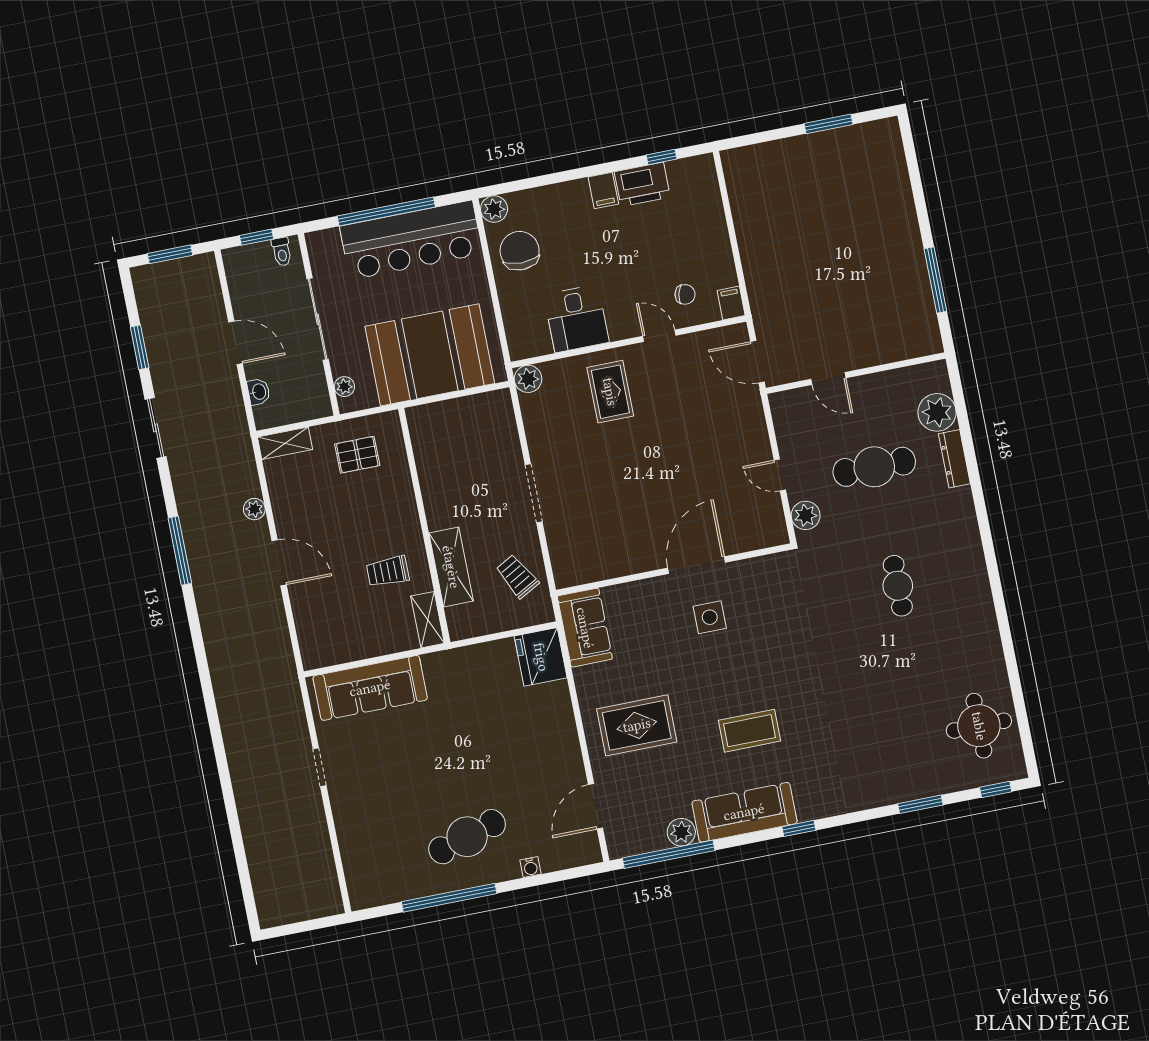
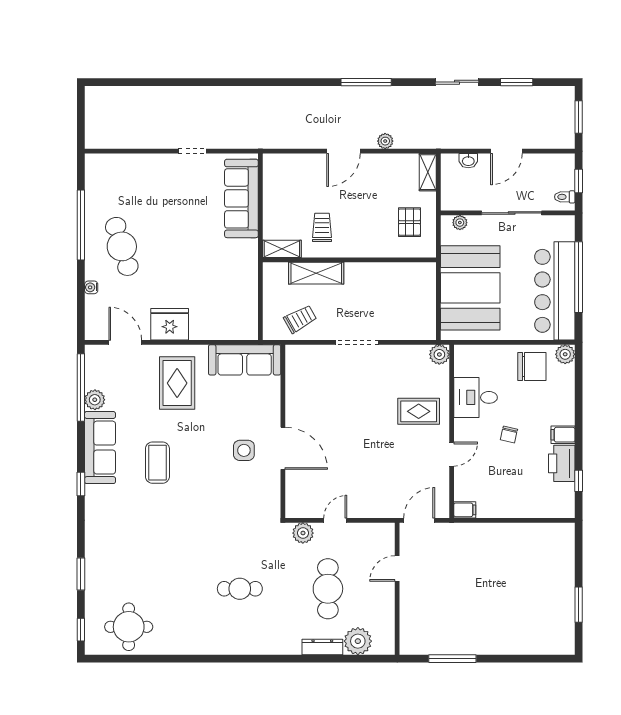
chair: (685, 294) -> (509, 434), moved
sofa: (585, 628) -> (245, 360), width x1.36
fridge: (541, 657) -> (170, 324), moved

